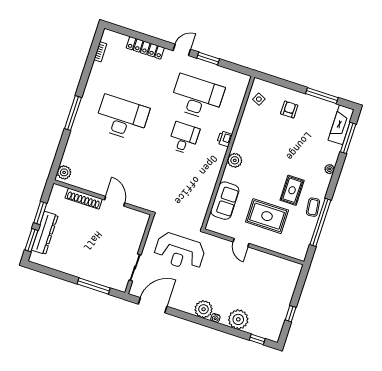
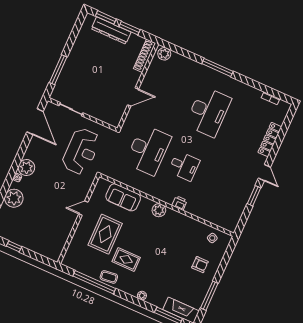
desk: (197, 97) -> (148, 150), moved
shoe rack: (84, 199) -> (145, 56), moved
reception desk: (180, 252) -> (81, 151), turned 180

